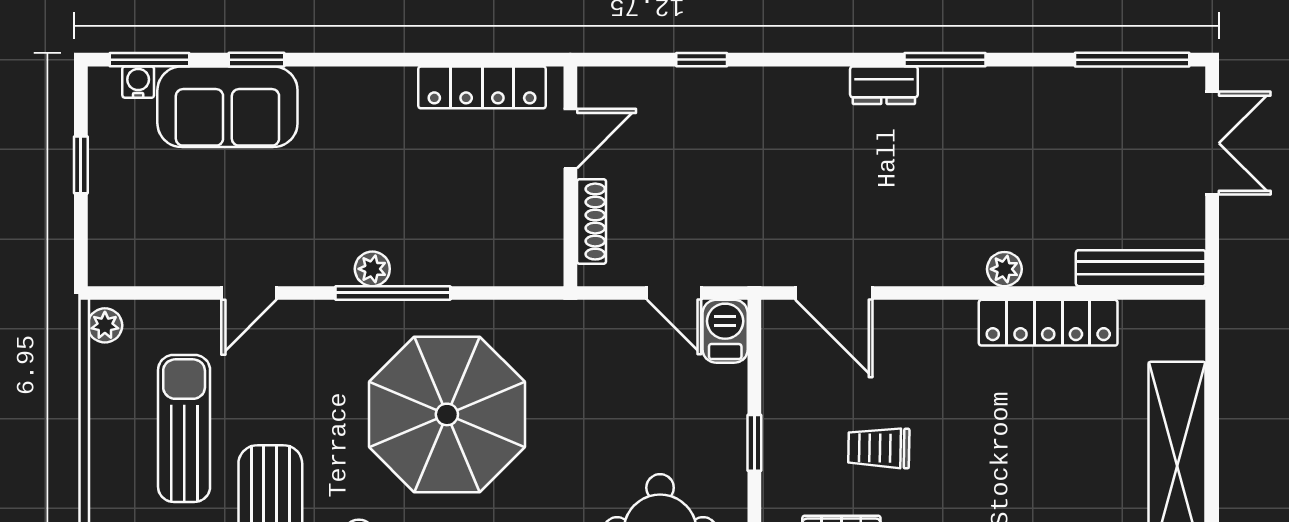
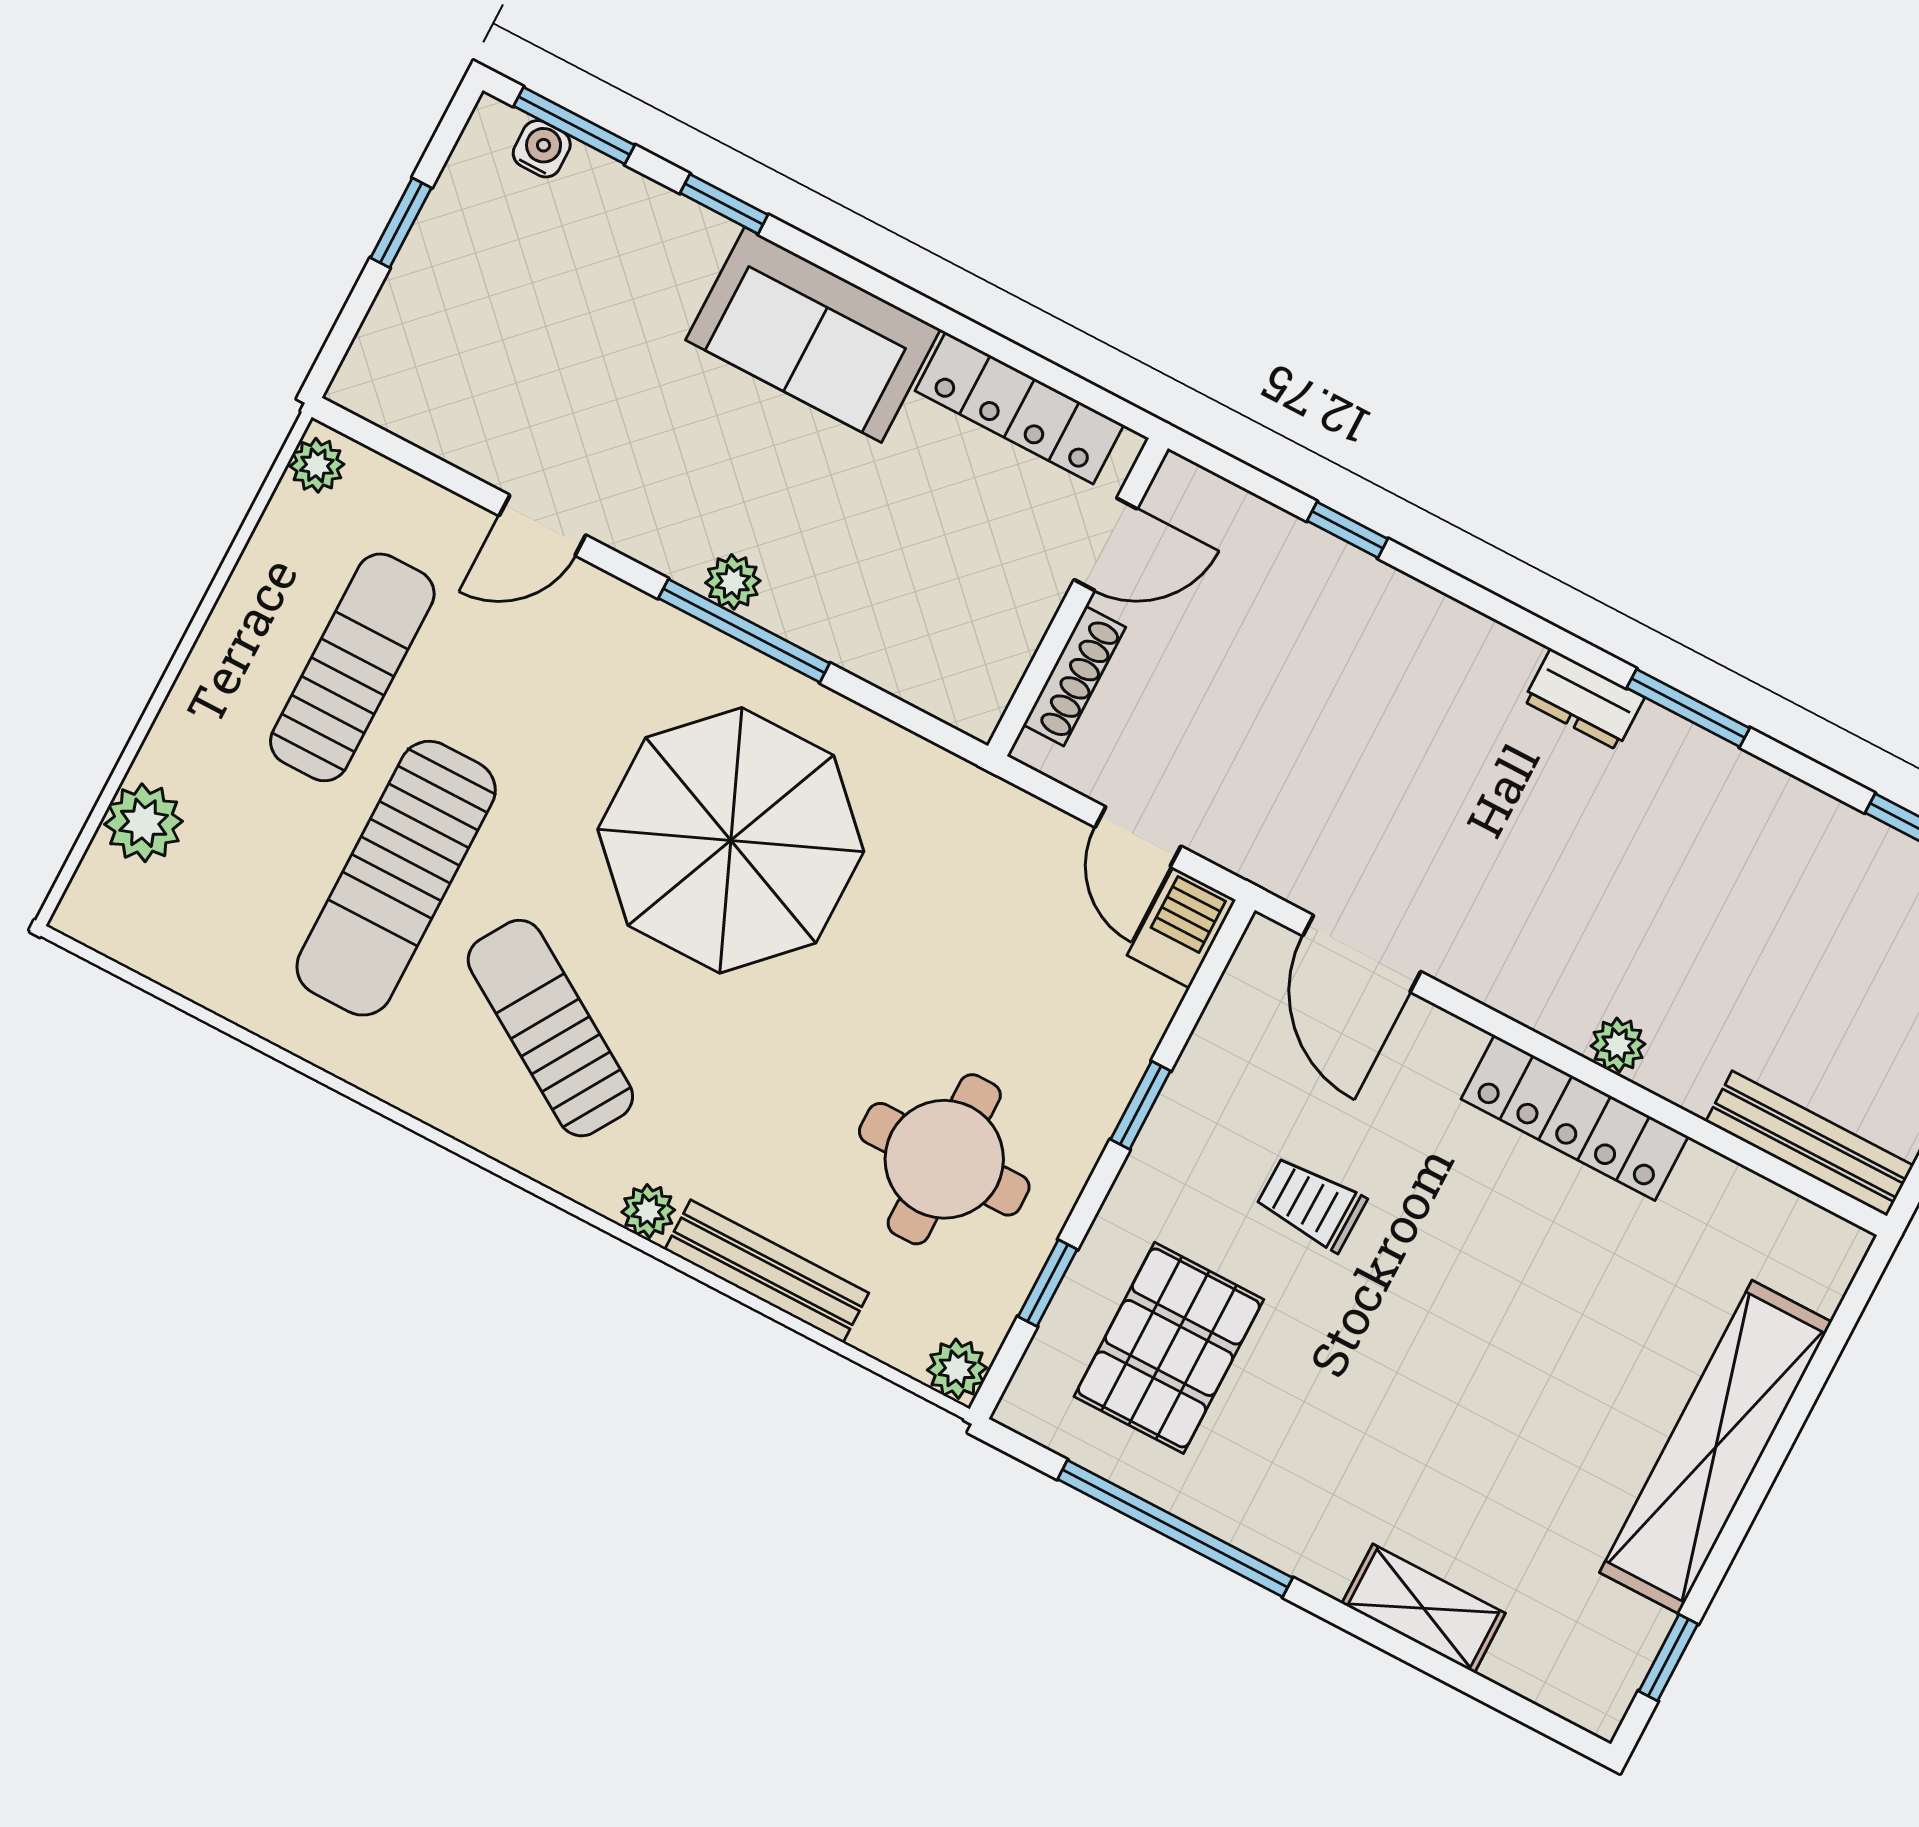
sofa: (227, 107) -> (813, 335), moved
locker: (1048, 323) -> (1575, 1118), moved

